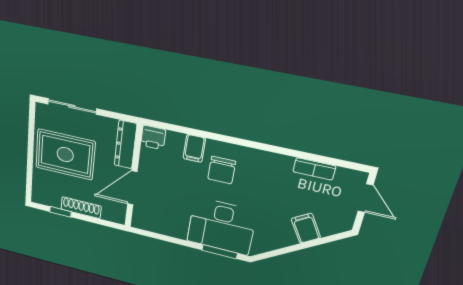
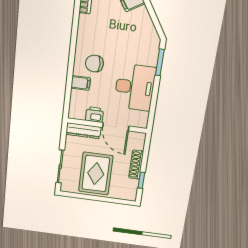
printer: (153, 138) -> (95, 115), moved, turned -90
chair: (222, 170) -> (94, 64), turned 180
desk: (221, 226) -> (135, 87), moved

